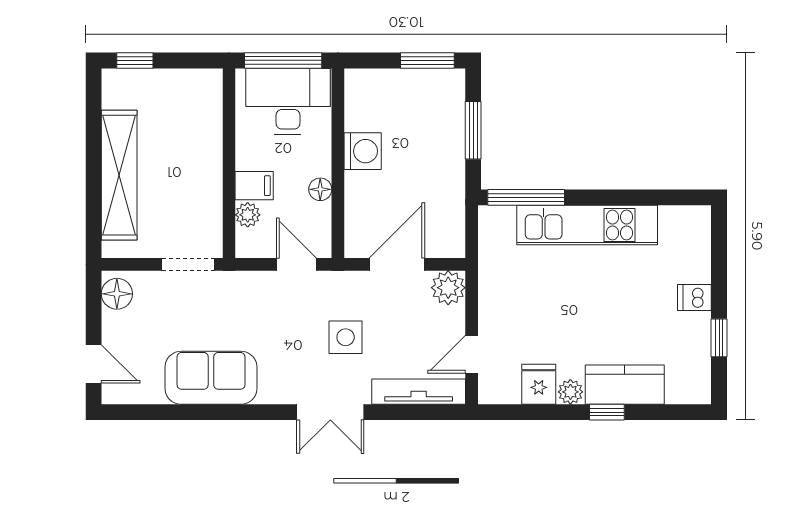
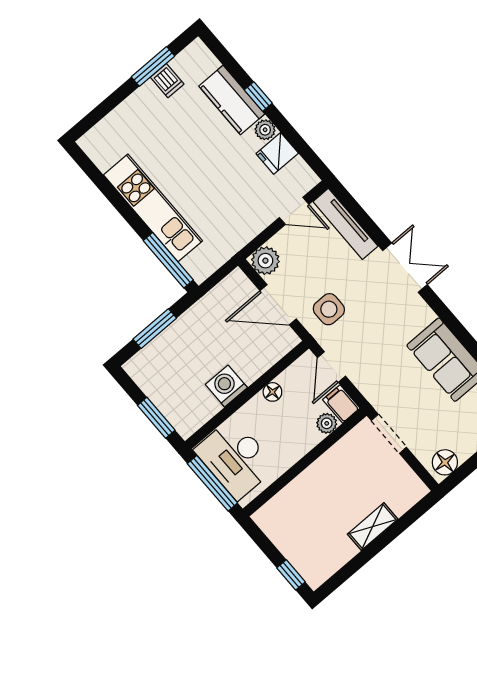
window: (427, 60) -> (156, 418), moved
shelving: (119, 175) -> (373, 527), width x0.45, depth x0.75
filing cabinet: (254, 186) -> (341, 404), moved
dishwasher: (694, 298) -> (167, 81), moved
side table: (346, 337) -> (329, 309), moved
window: (719, 338) -> (153, 66), width x1.50

